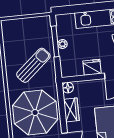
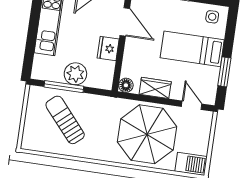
plant: (62, 44) -> (75, 74), width x1.88, depth x1.88
sun lounger: (33, 65) -> (65, 120), moved

